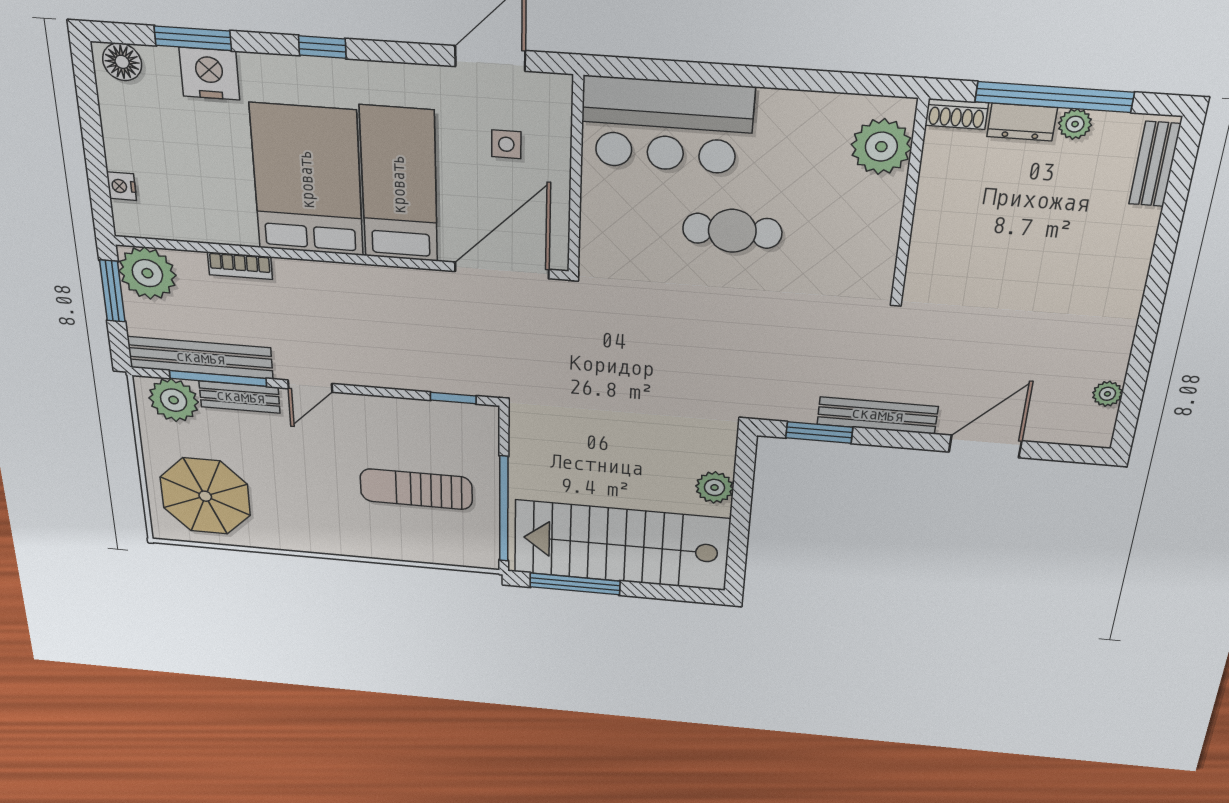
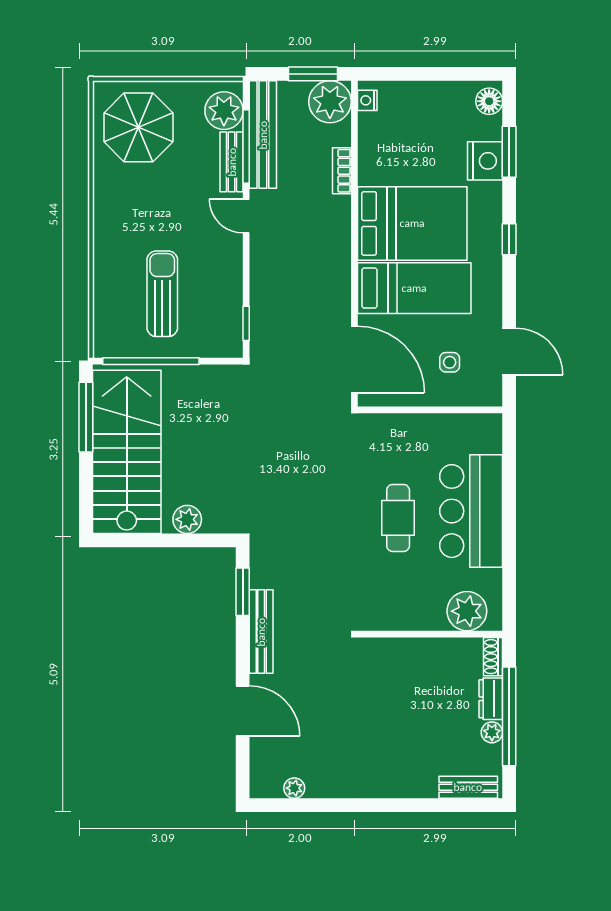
bar counter: (667, 126) -> (471, 511), moved
nightstand: (121, 186) -> (367, 100), moved, turned -90

